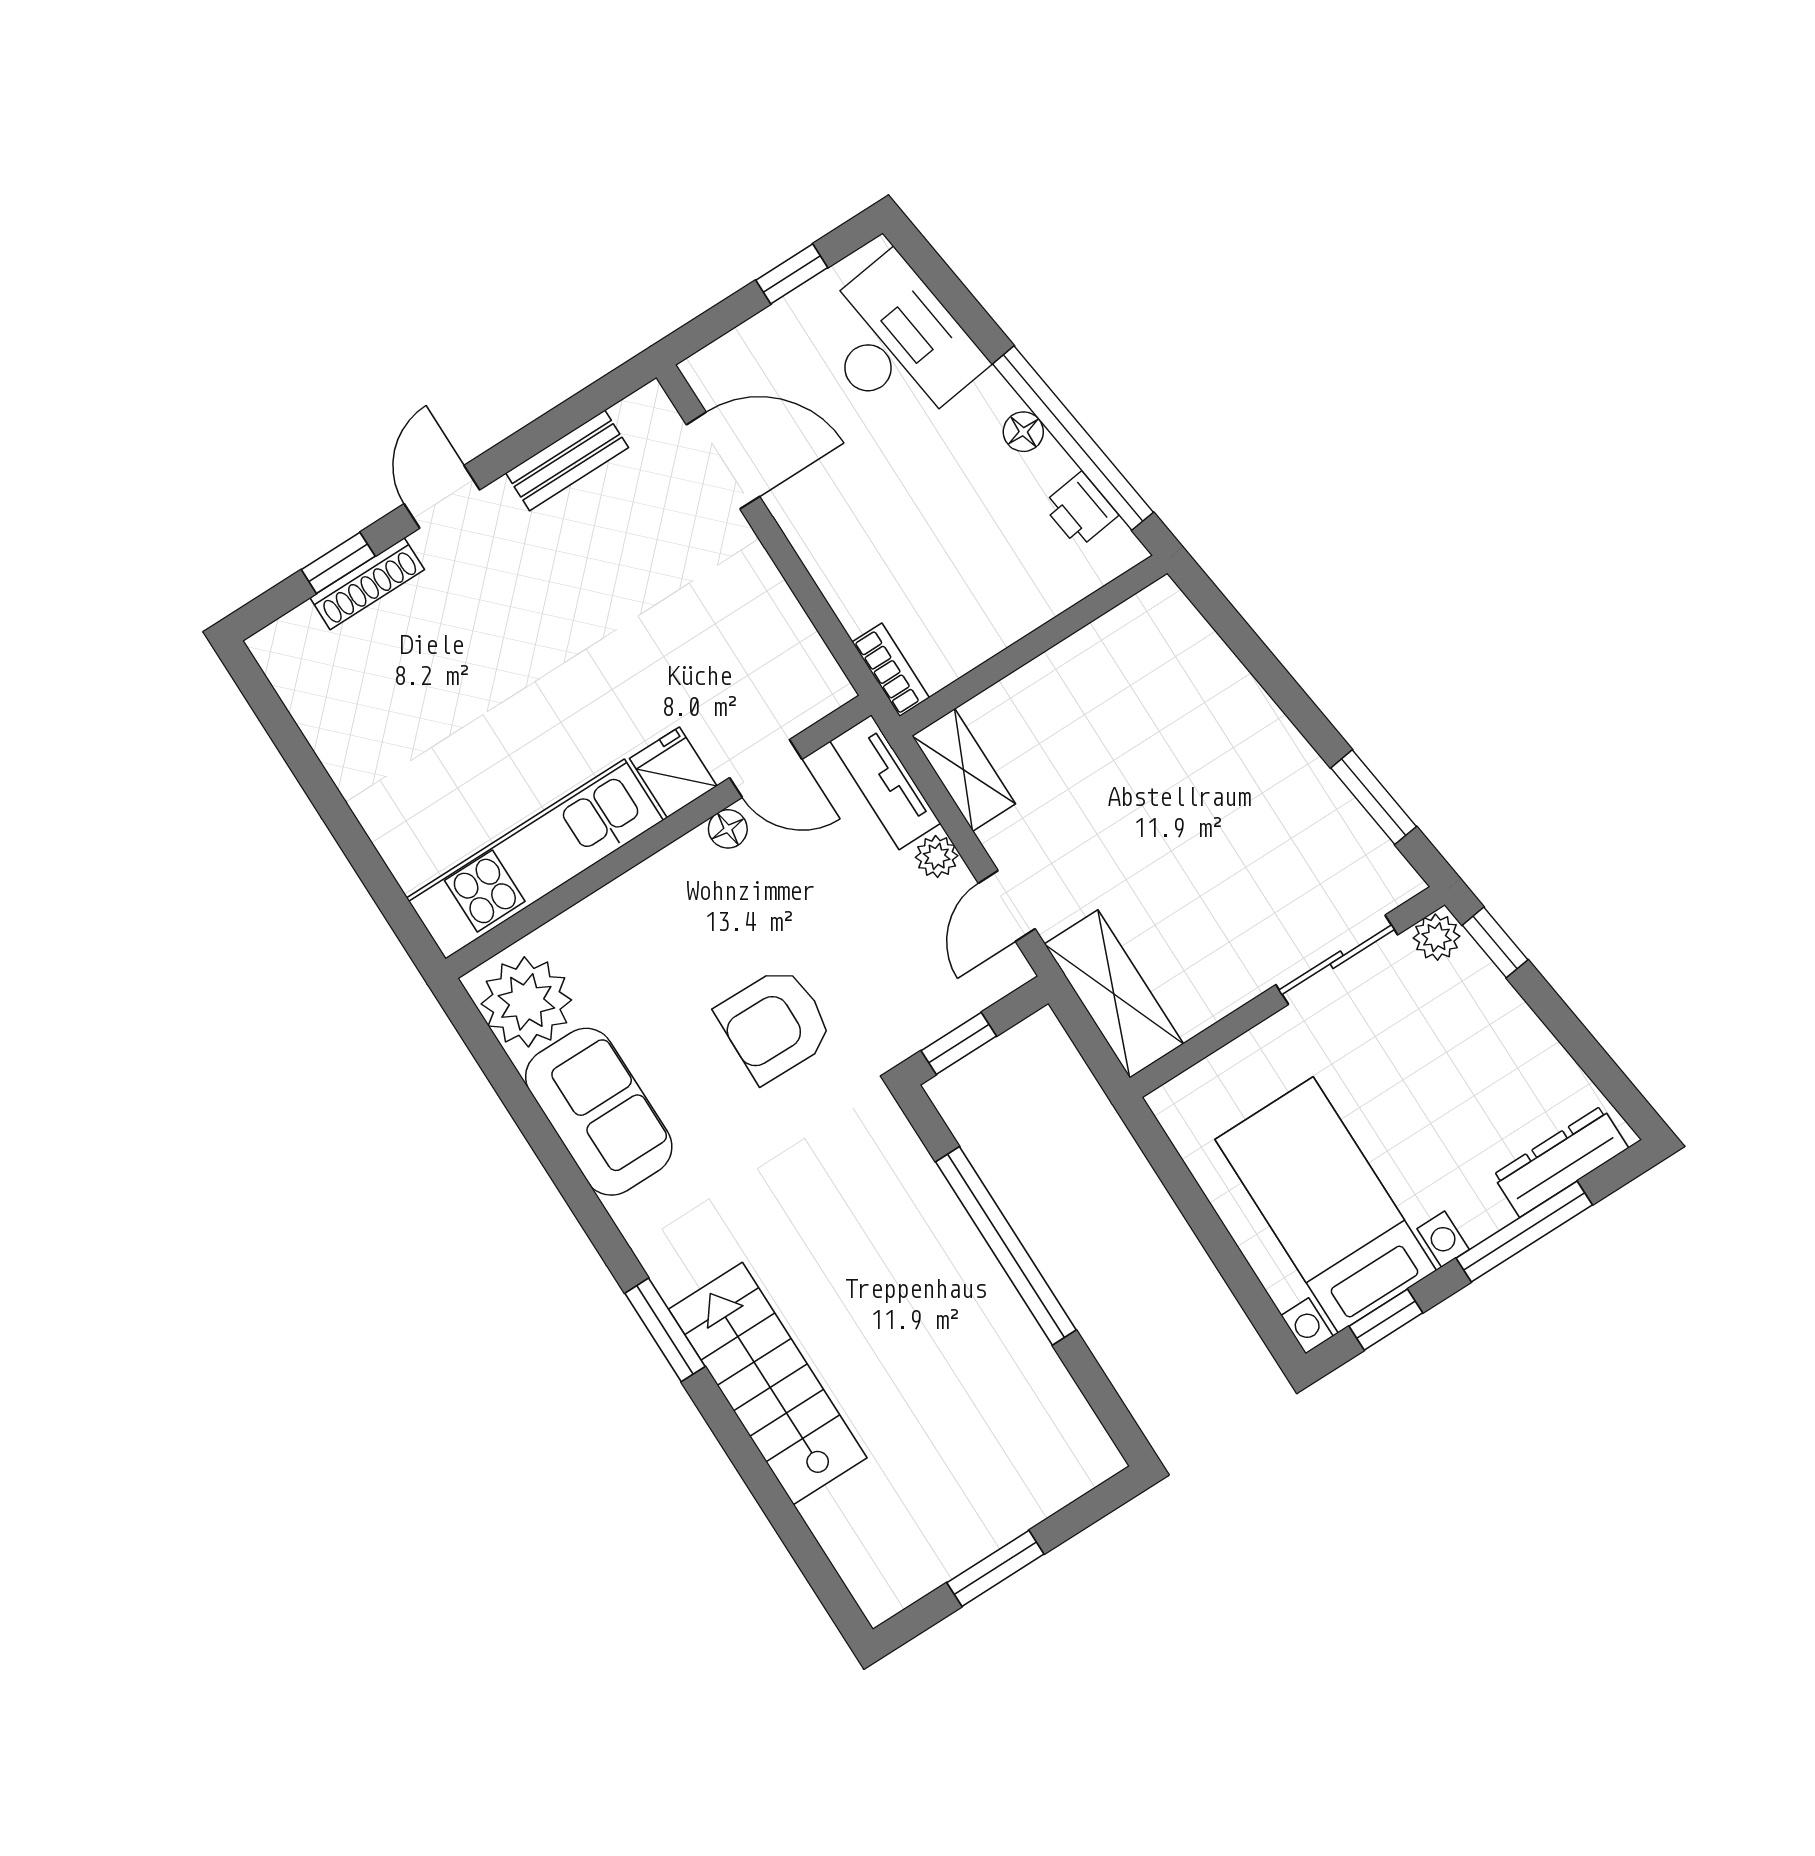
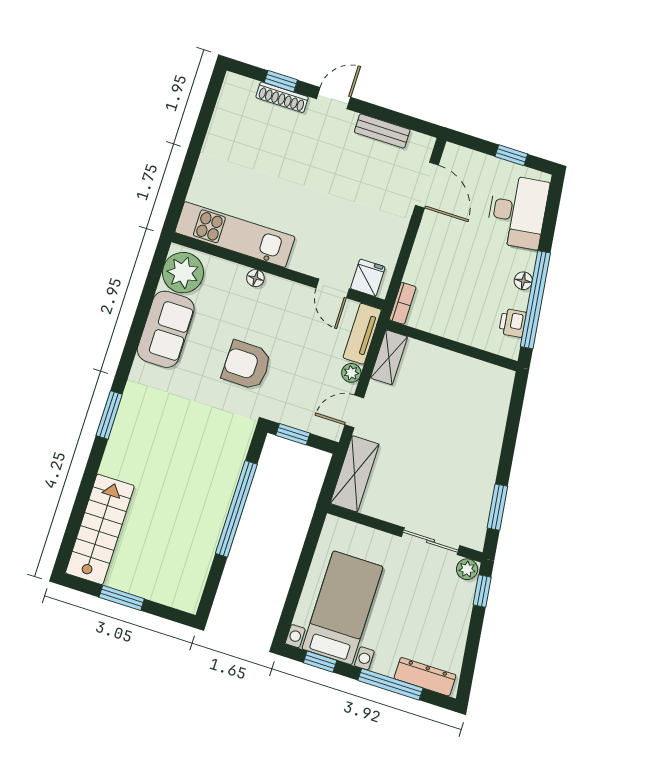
fridge: (673, 772) -> (368, 278), moved
floor lamp: (728, 829) -> (255, 278), moved
stairs: (768, 1383) -> (100, 529), moved

